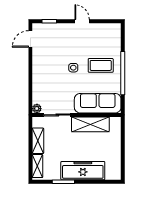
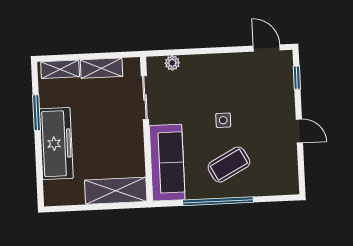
door: (82, 21) -> (299, 131), hinge flipped
coffee table: (101, 65) -> (229, 165), turned 62
plant: (37, 109) -> (172, 63), moved
shelving: (90, 124) -> (116, 191), moved, turned 90

